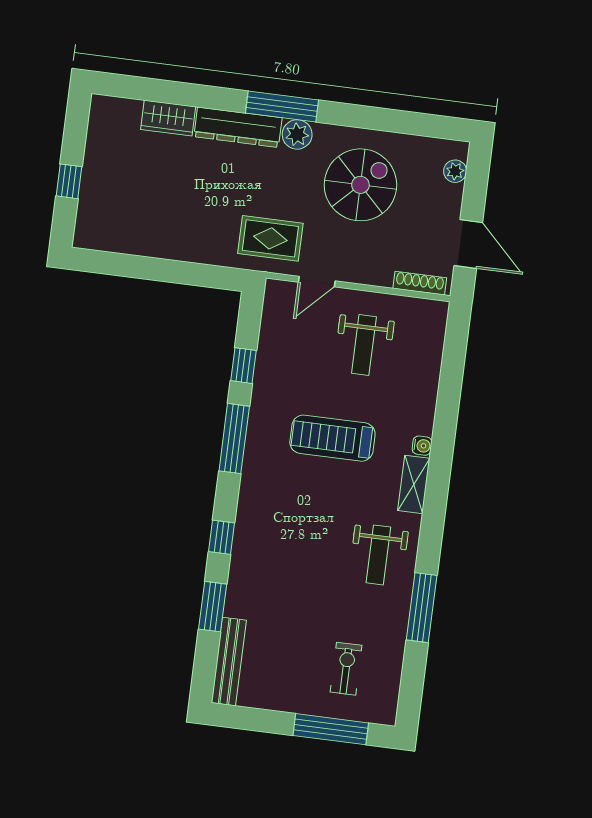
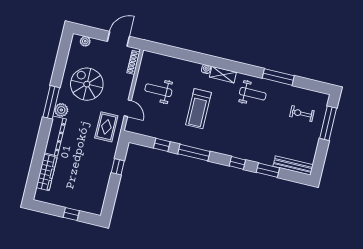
window: (282, 107) -> (51, 102), moved
wardrobe: (168, 118) -> (46, 172), width x1.50
window: (185, 273) -> (118, 167), added
weight bench: (364, 345) -> (158, 90), turned 180

